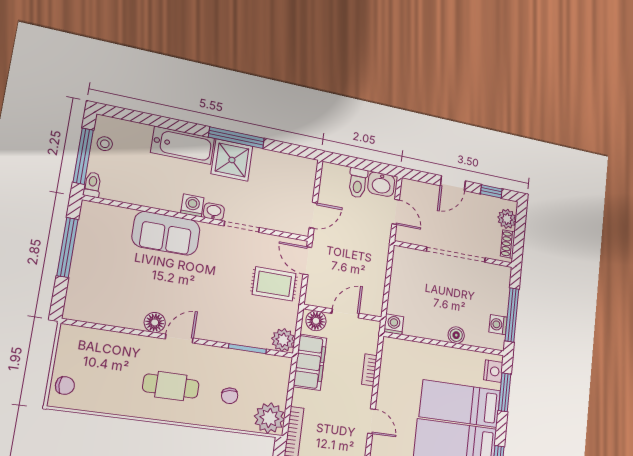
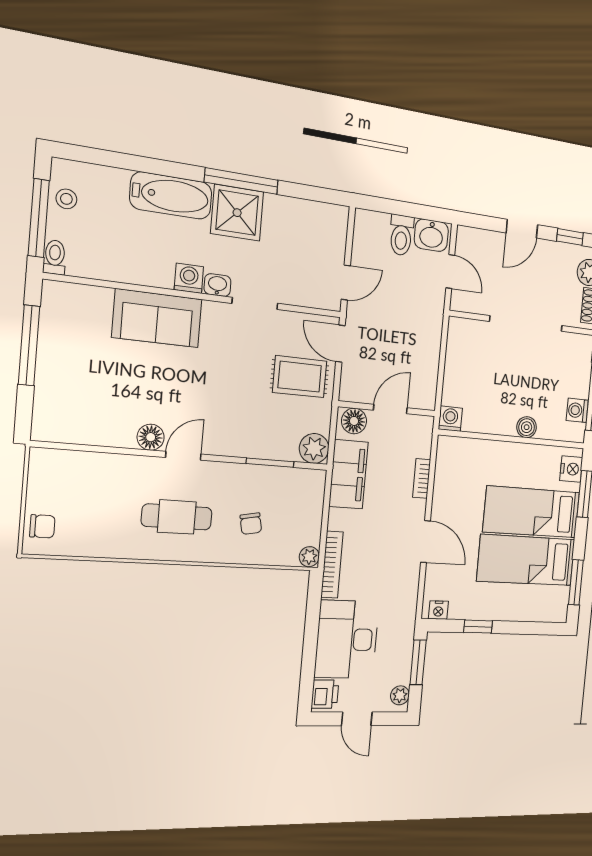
plant: (269, 418) -> (309, 557), width x0.53, depth x0.53
door: (371, 421) -> (426, 542), width x1.38

